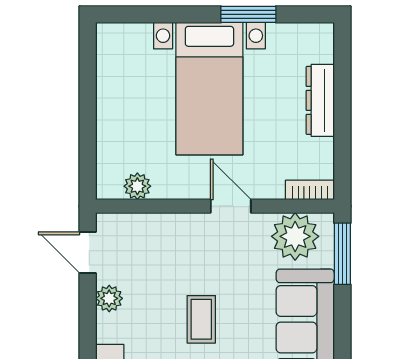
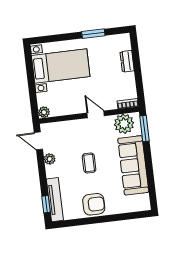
bed with nightstands: (209, 89) -> (61, 66), moved, turned -90
dresser: (320, 100) -> (127, 61), width x0.70
plant: (137, 186) -> (44, 112), moved

